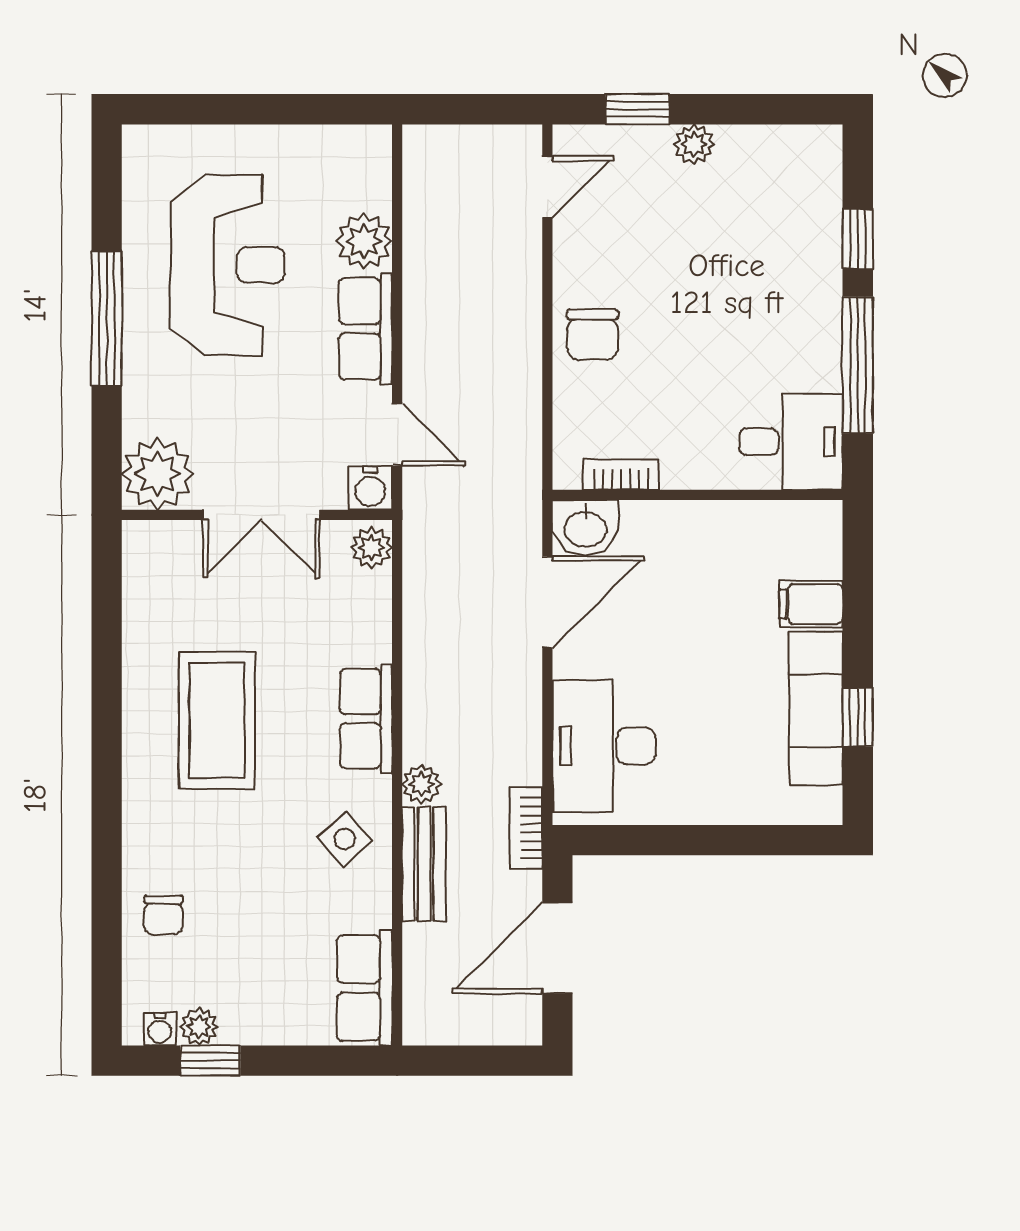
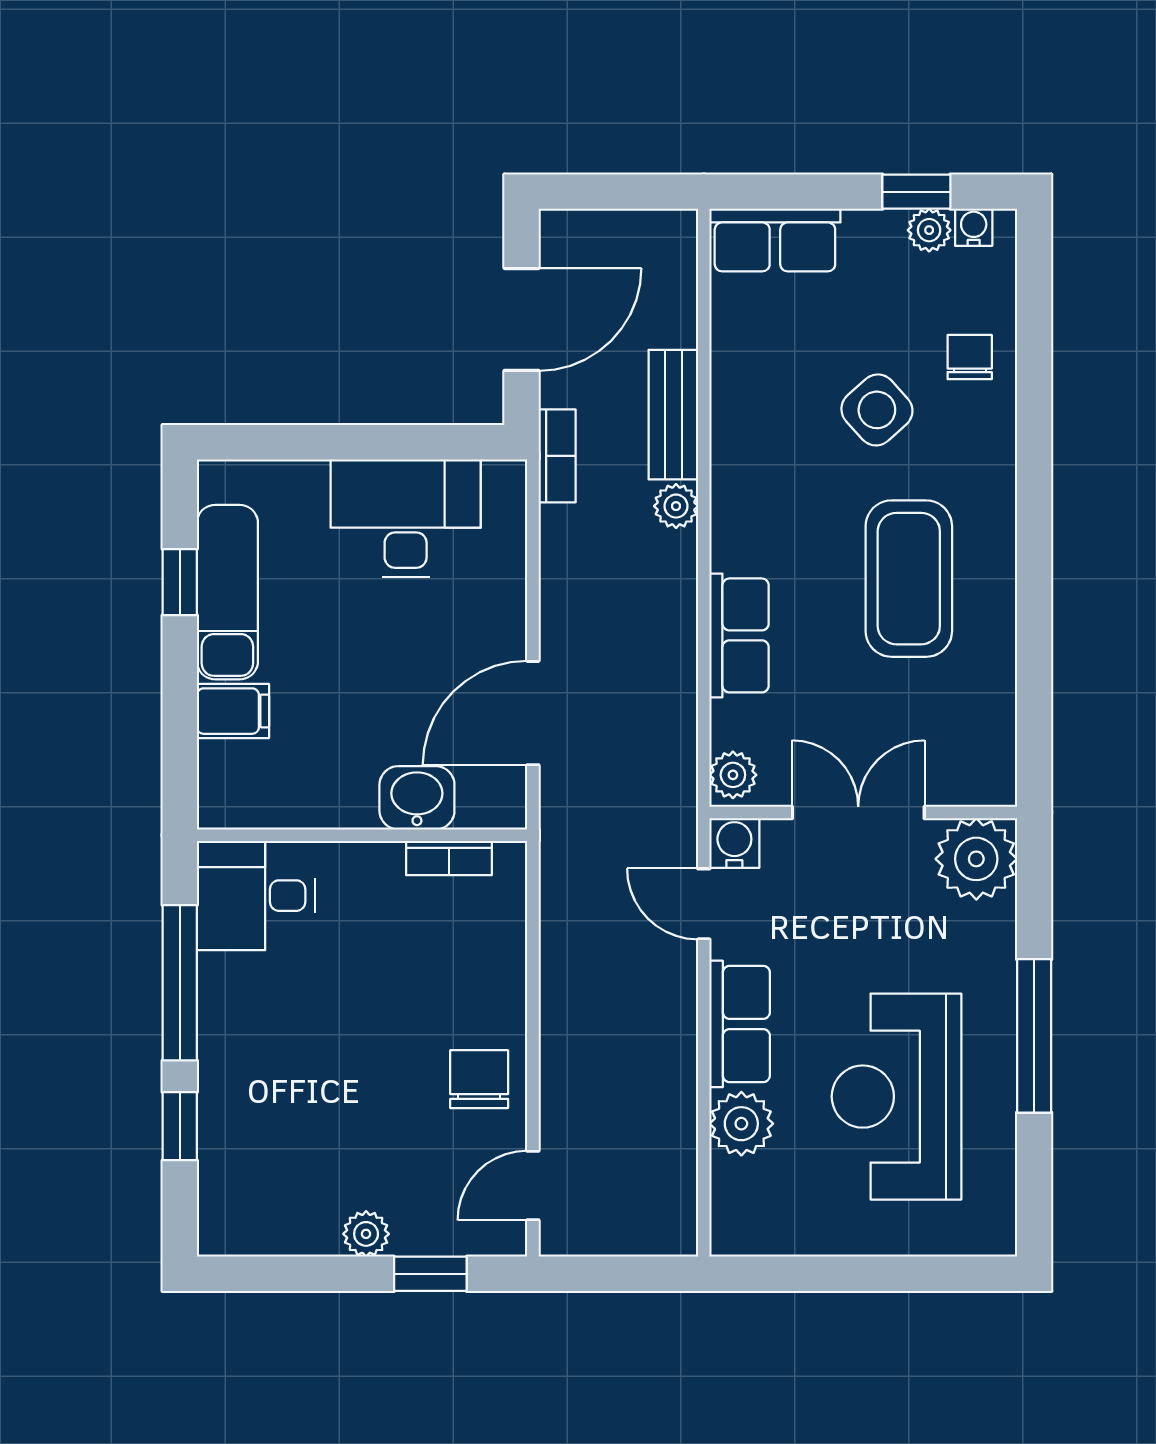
chair: (593, 335) -> (479, 1079), moved
washbasin: (585, 528) -> (417, 798), moved
row of seats: (366, 719) -> (739, 635), moved
desk: (604, 746) -> (406, 518), moved, turned -90
side table: (345, 839) -> (877, 410), moved, width x1.37, depth x1.37
row of seats: (365, 988) -> (775, 240), moved, turned 90

